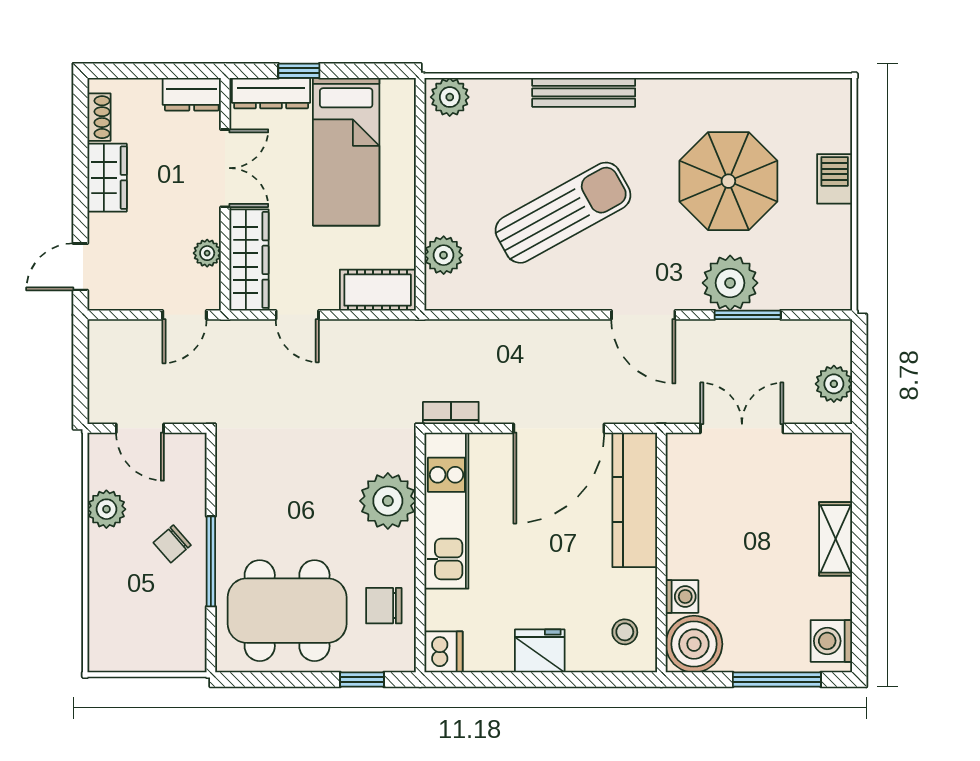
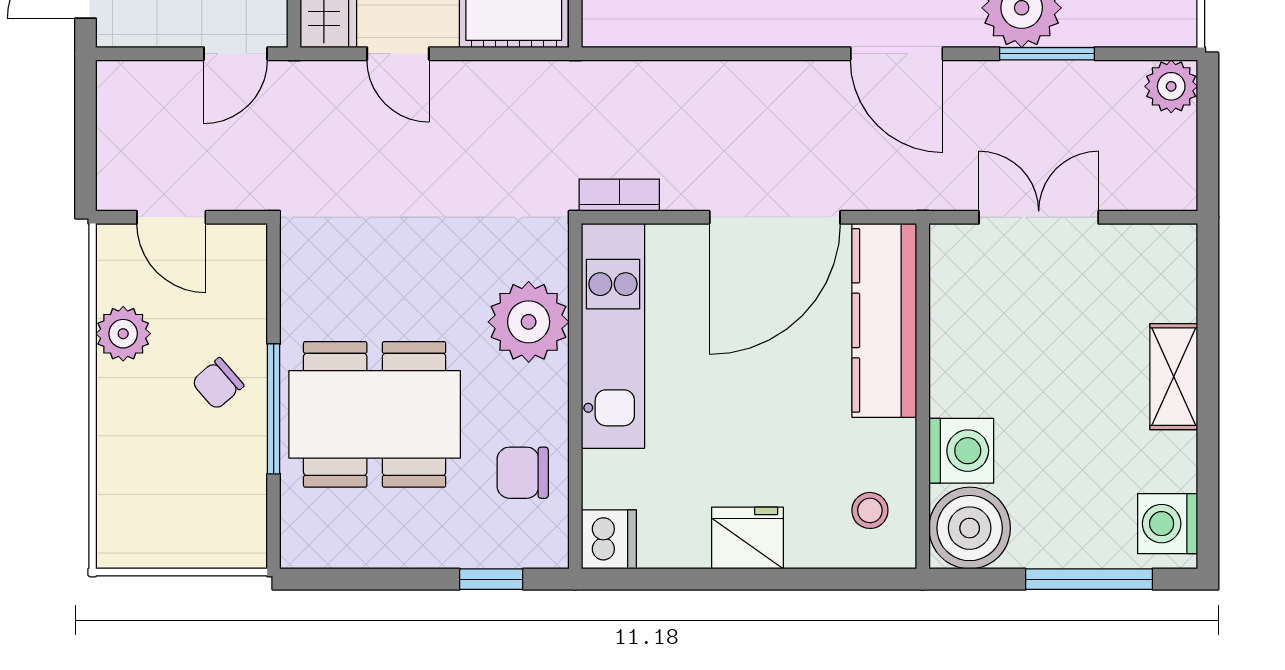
plant: (834, 384) -> (1171, 86), moved
washing machine: (682, 597) -> (961, 451), width x1.38, depth x1.38
dining table: (287, 611) -> (375, 414), moved

